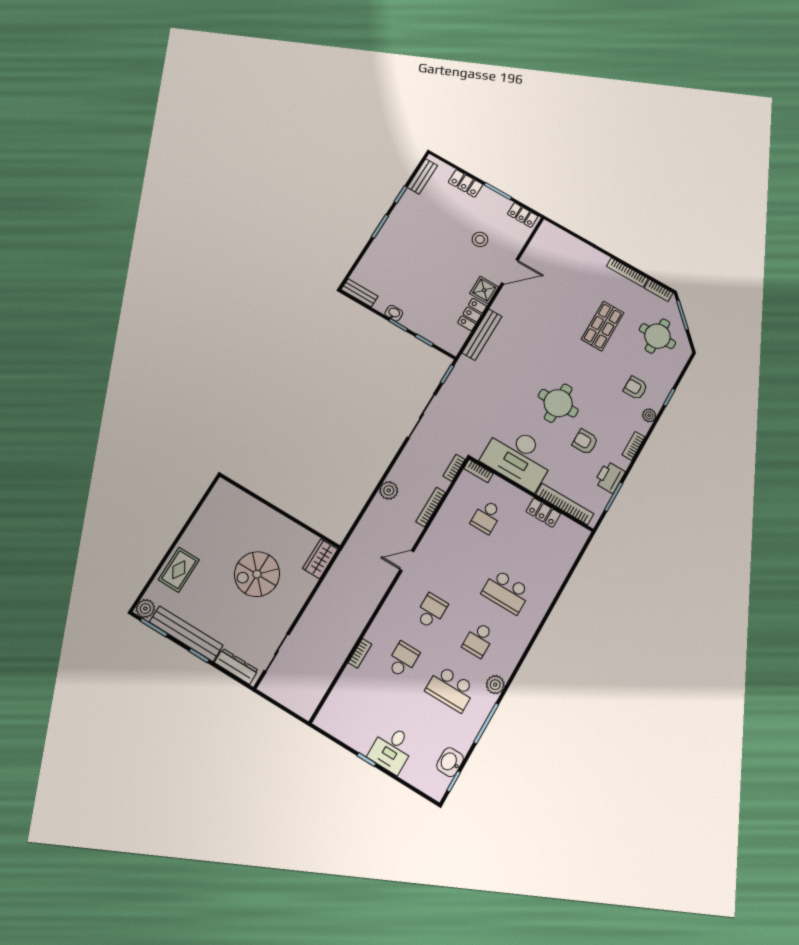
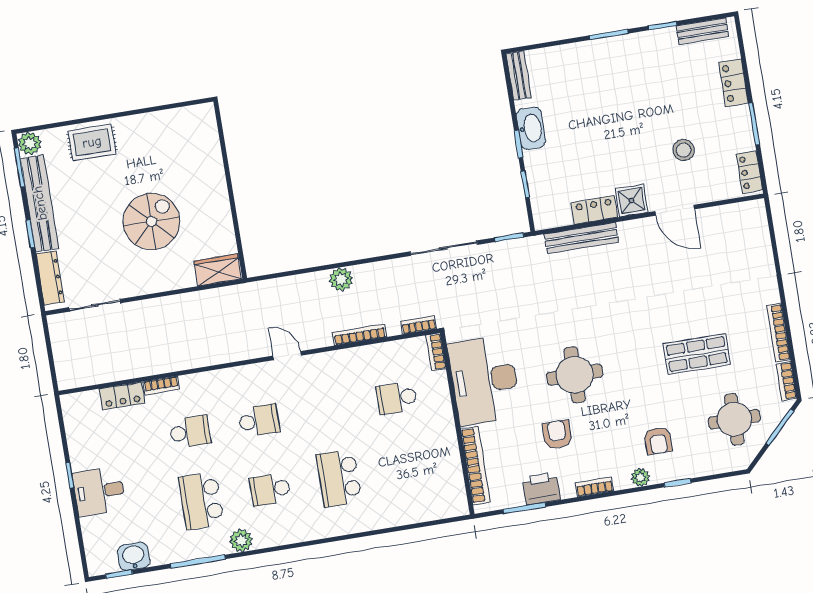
washbasin: (394, 313) -> (531, 128), width x1.91, depth x1.45
armchair: (636, 388) -> (658, 441), turned 180
locker: (543, 513) -> (122, 396), moved, turned -90
spiral stairs: (257, 574) -> (152, 221), turned 90

